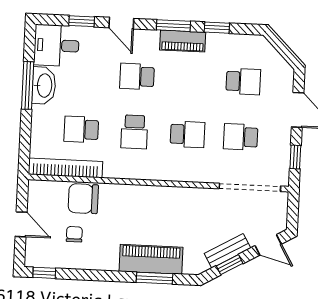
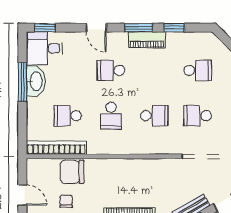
window: (82, 21) -> (45, 28), moved

